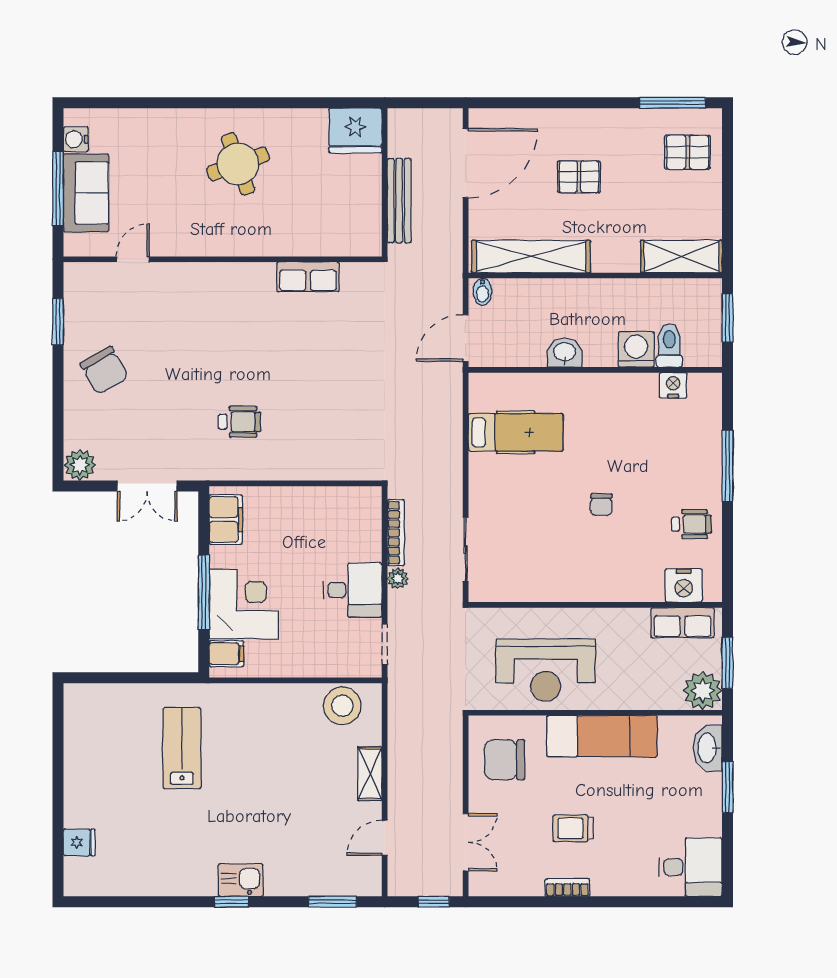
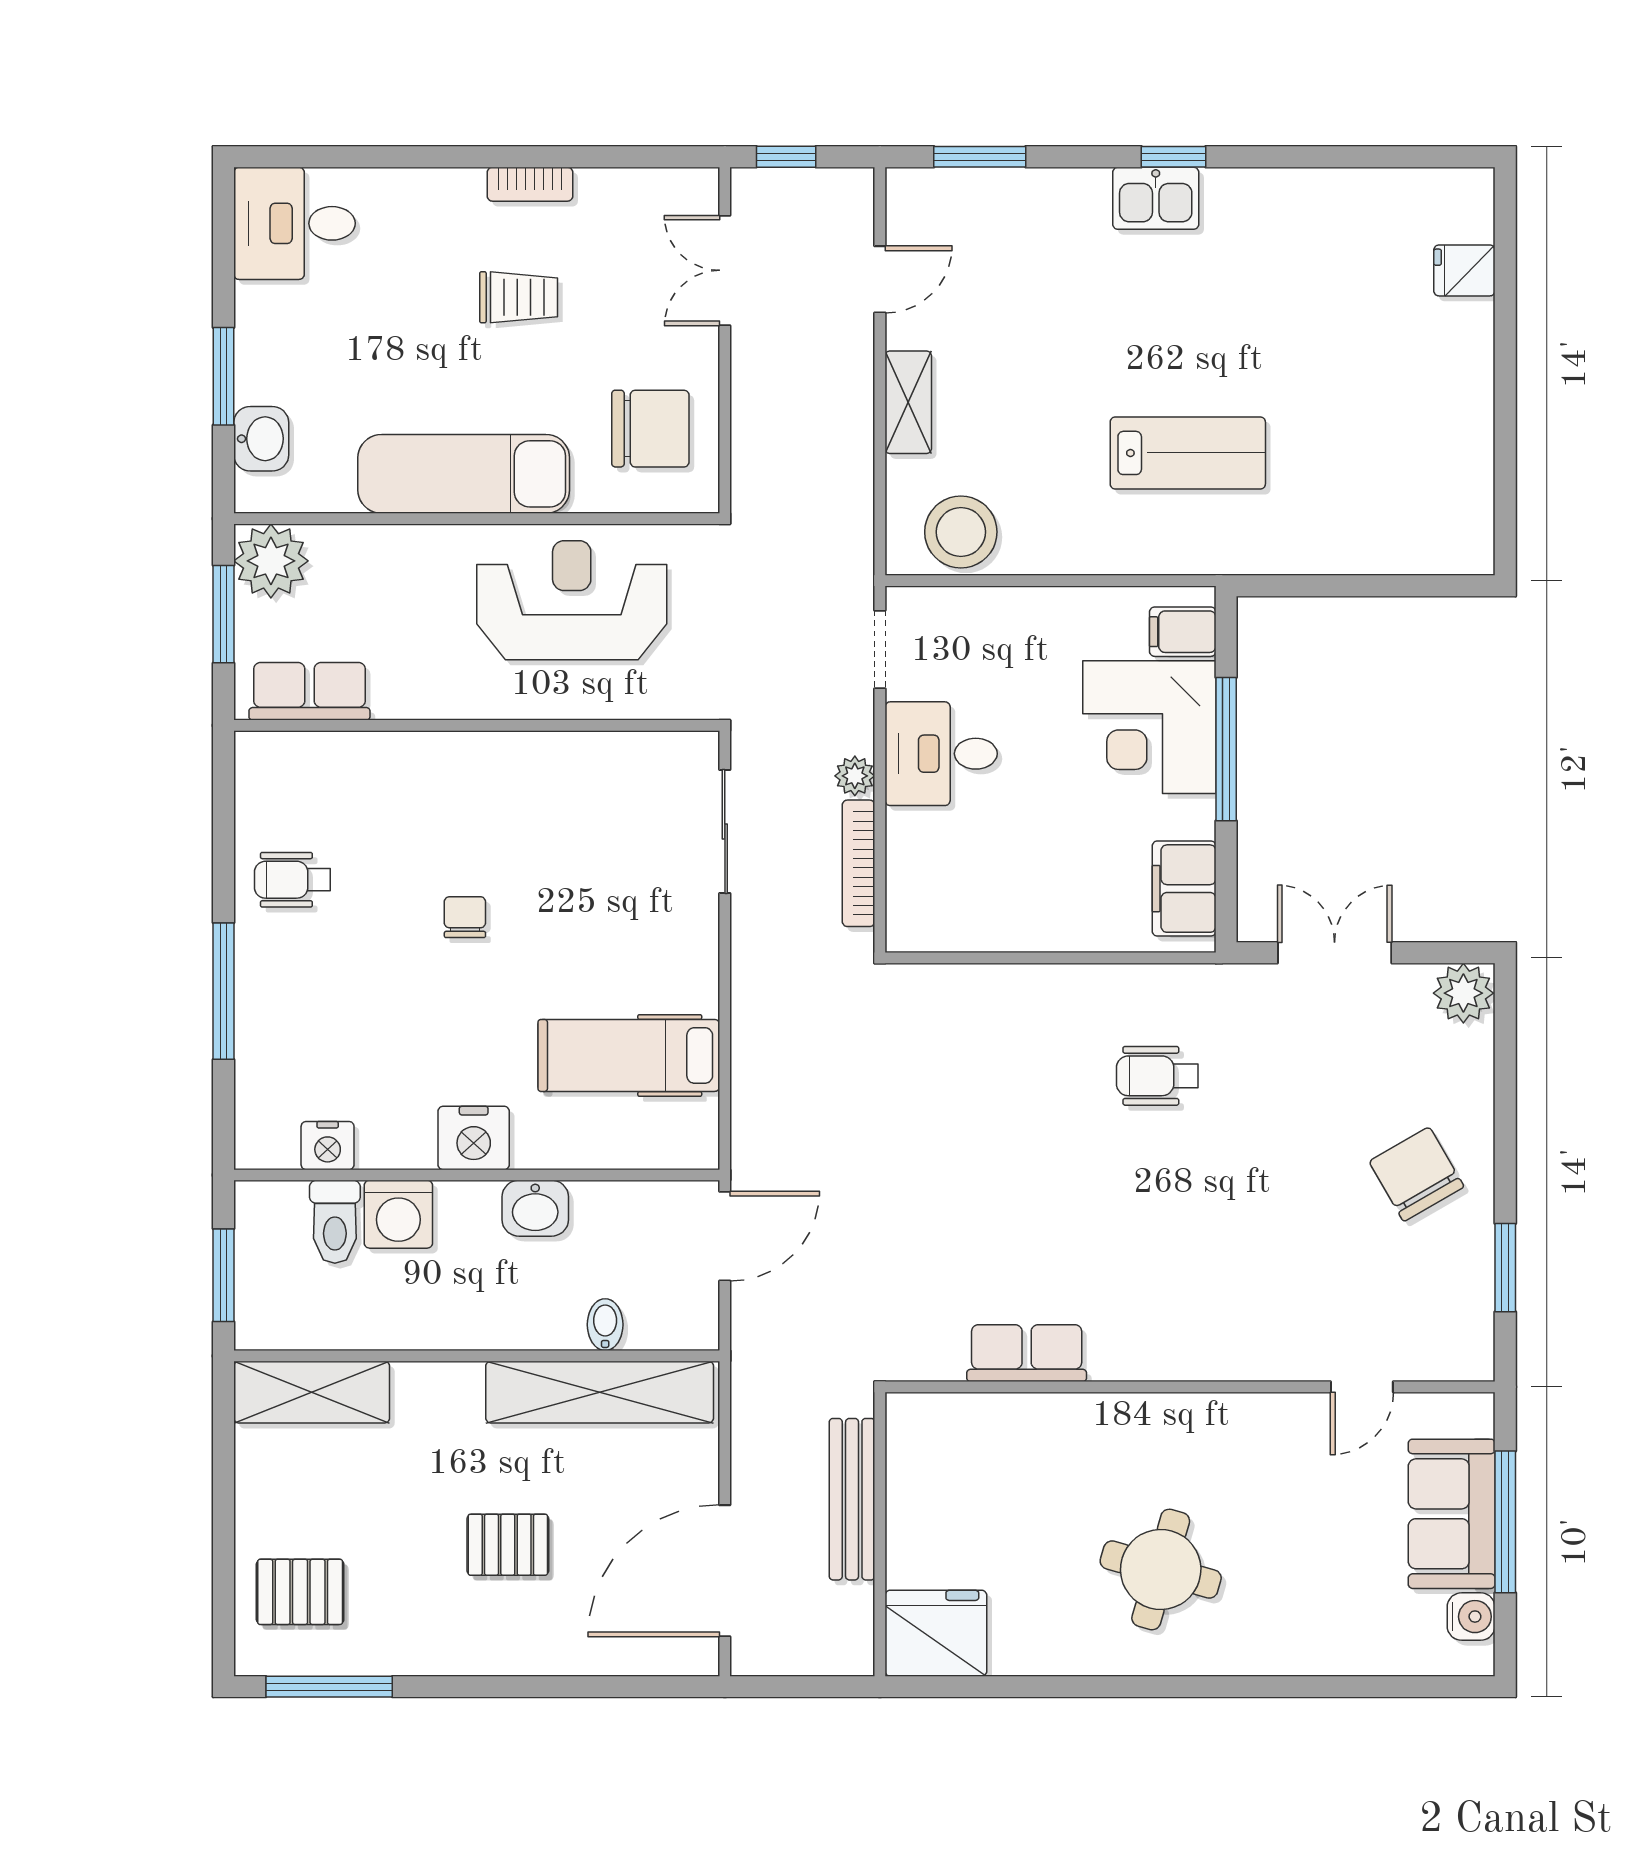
round table: (238, 164) -> (1161, 1569), turned 36
bidet: (483, 292) -> (605, 1325), moved
nightstand: (684, 585) -> (474, 1138), moved, turned 180
lab bench: (182, 748) -> (1188, 453), moved, turned -90
washbasin: (708, 748) -> (261, 439), width x0.72

